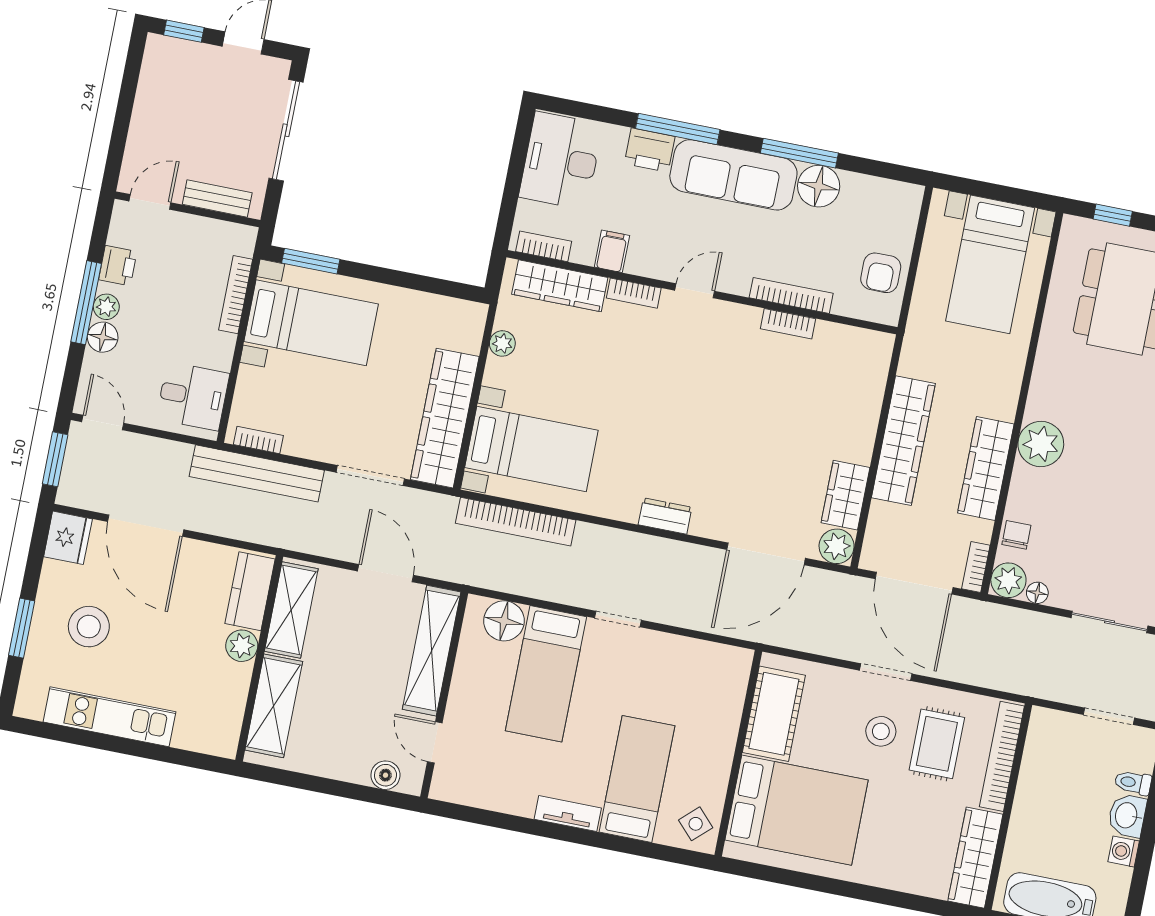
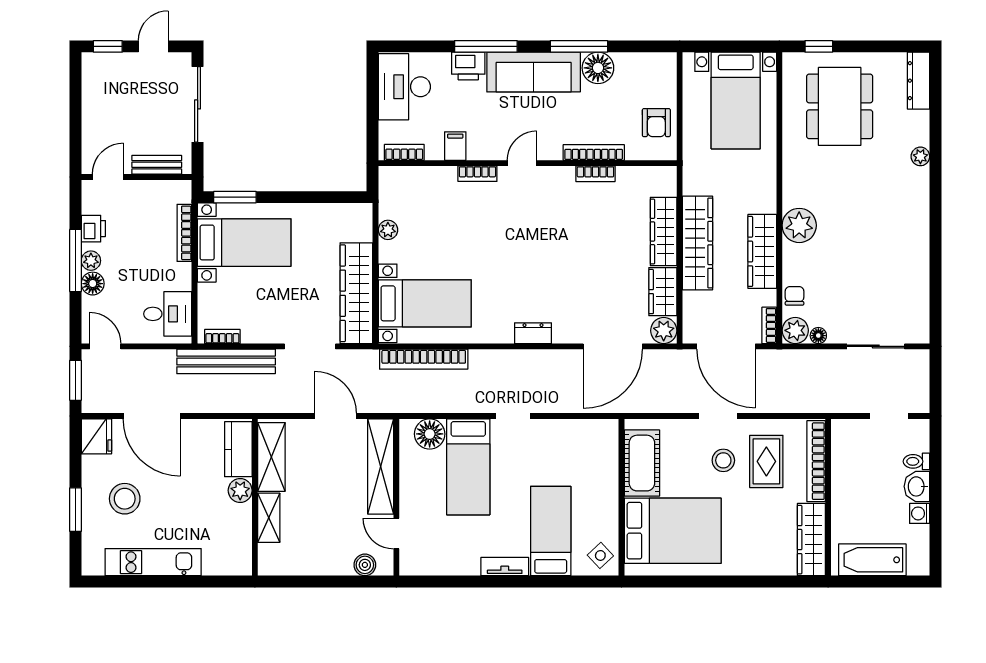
wardrobe: (560, 286) -> (664, 232), moved, turned 90
shelving: (274, 706) -> (269, 518), width x0.67, depth x0.75

